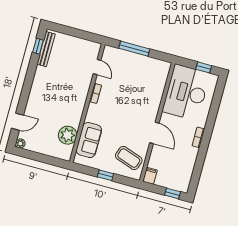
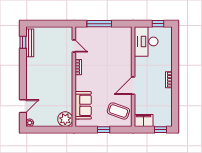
desk: (186, 92) -> (146, 41), width x0.73, depth x0.77
door: (154, 133) -> (133, 86), swing flipped
plant: (68, 135) -> (65, 119), moved
filing cabinet: (150, 176) -> (144, 120), width x2.00

